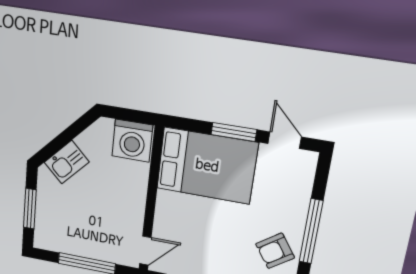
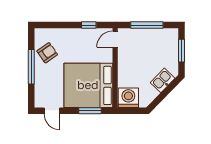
window: (234, 132) -> (90, 111), moved
bed: (207, 166) -> (88, 85), width x1.36

